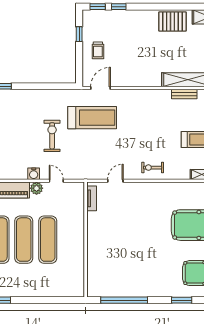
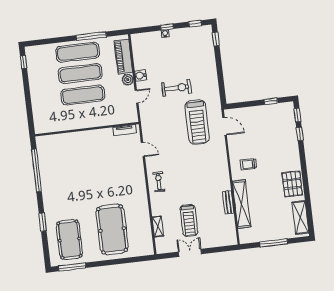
trolley: (98, 50) -> (249, 164), moved

